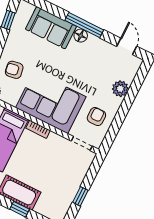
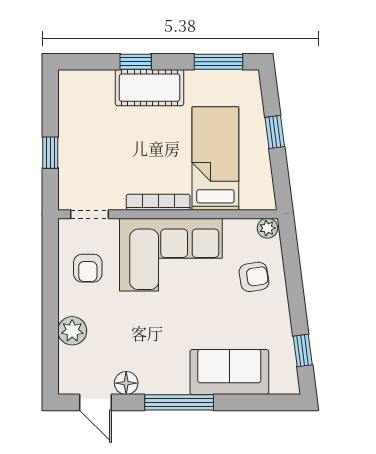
floor lamp: (81, 36) -> (126, 383), moved
bookcase: (38, 129) -> (158, 202), width x1.56
window: (80, 196) -> (50, 153), moved

